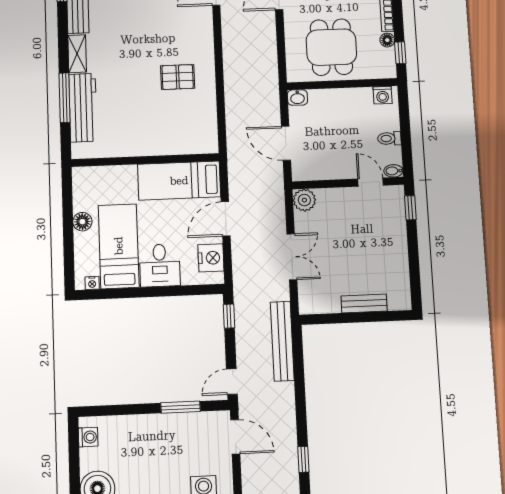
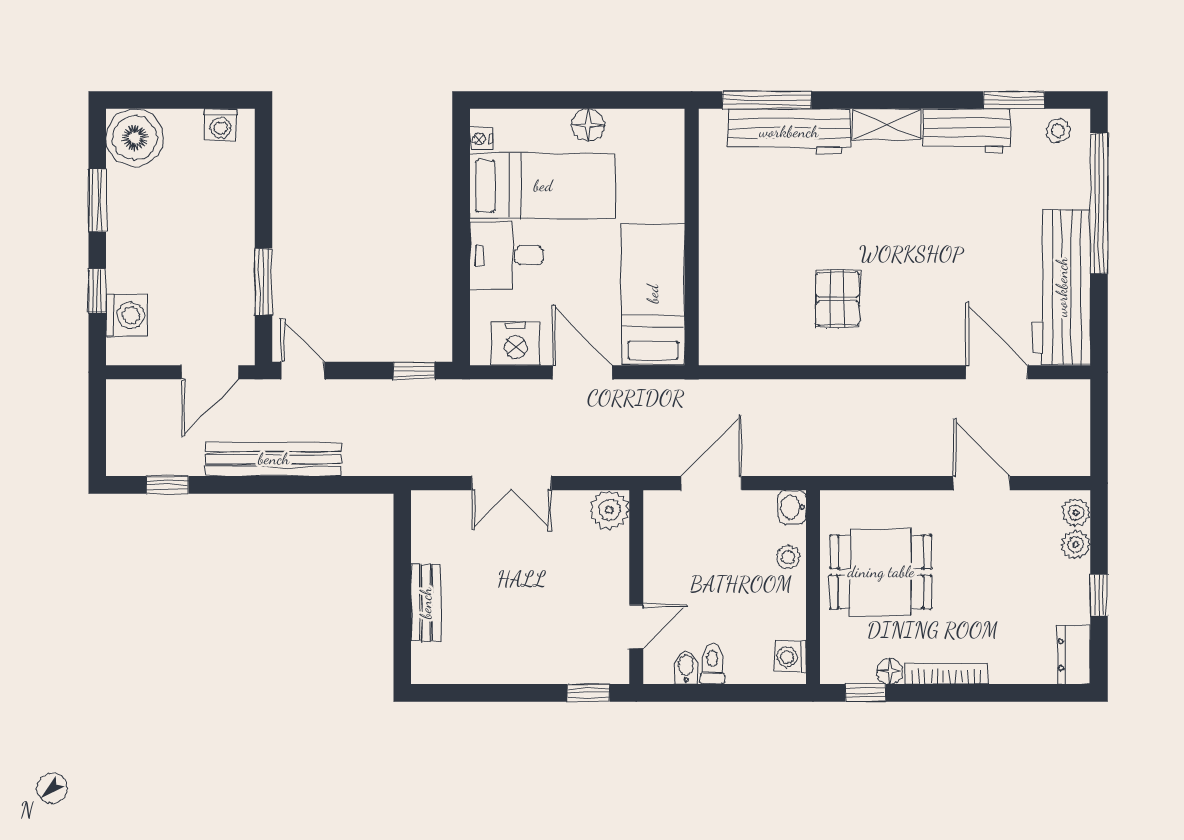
window: (65, 98) -> (767, 100), moved
stool: (326, 99) -> (788, 557), added
bidet: (393, 171) -> (686, 668), moved
bench: (282, 341) -> (274, 459), moved

